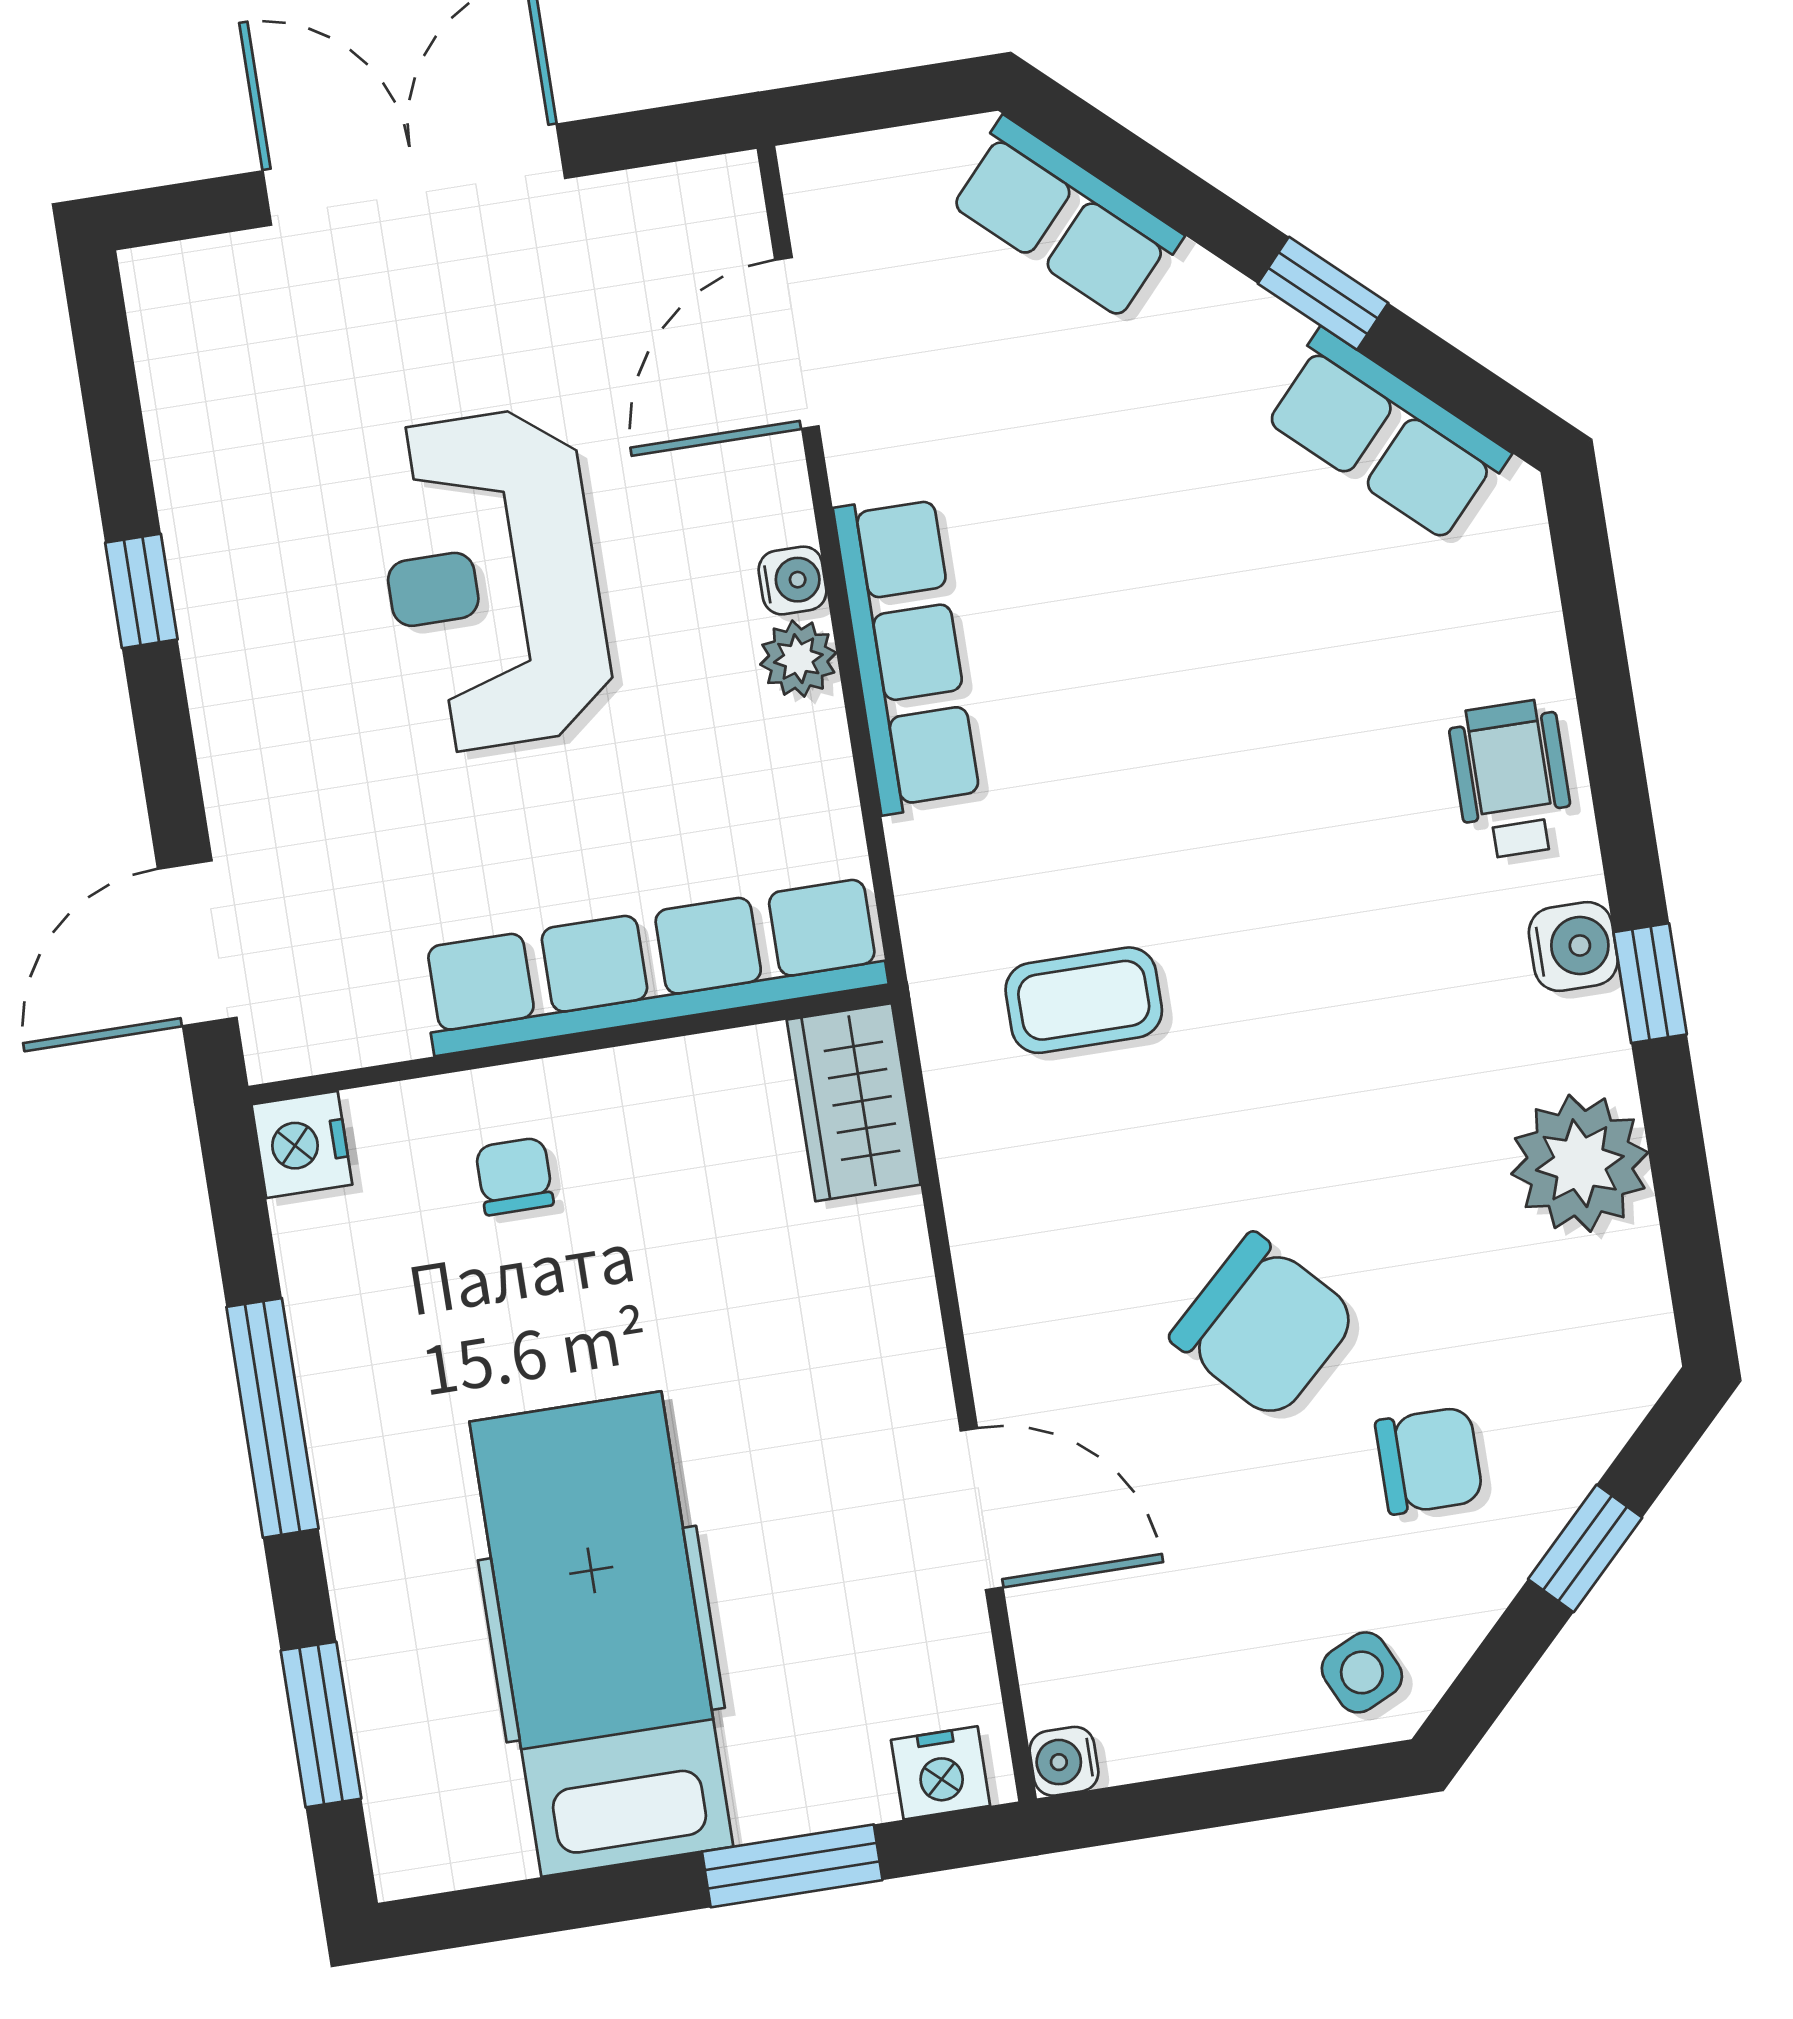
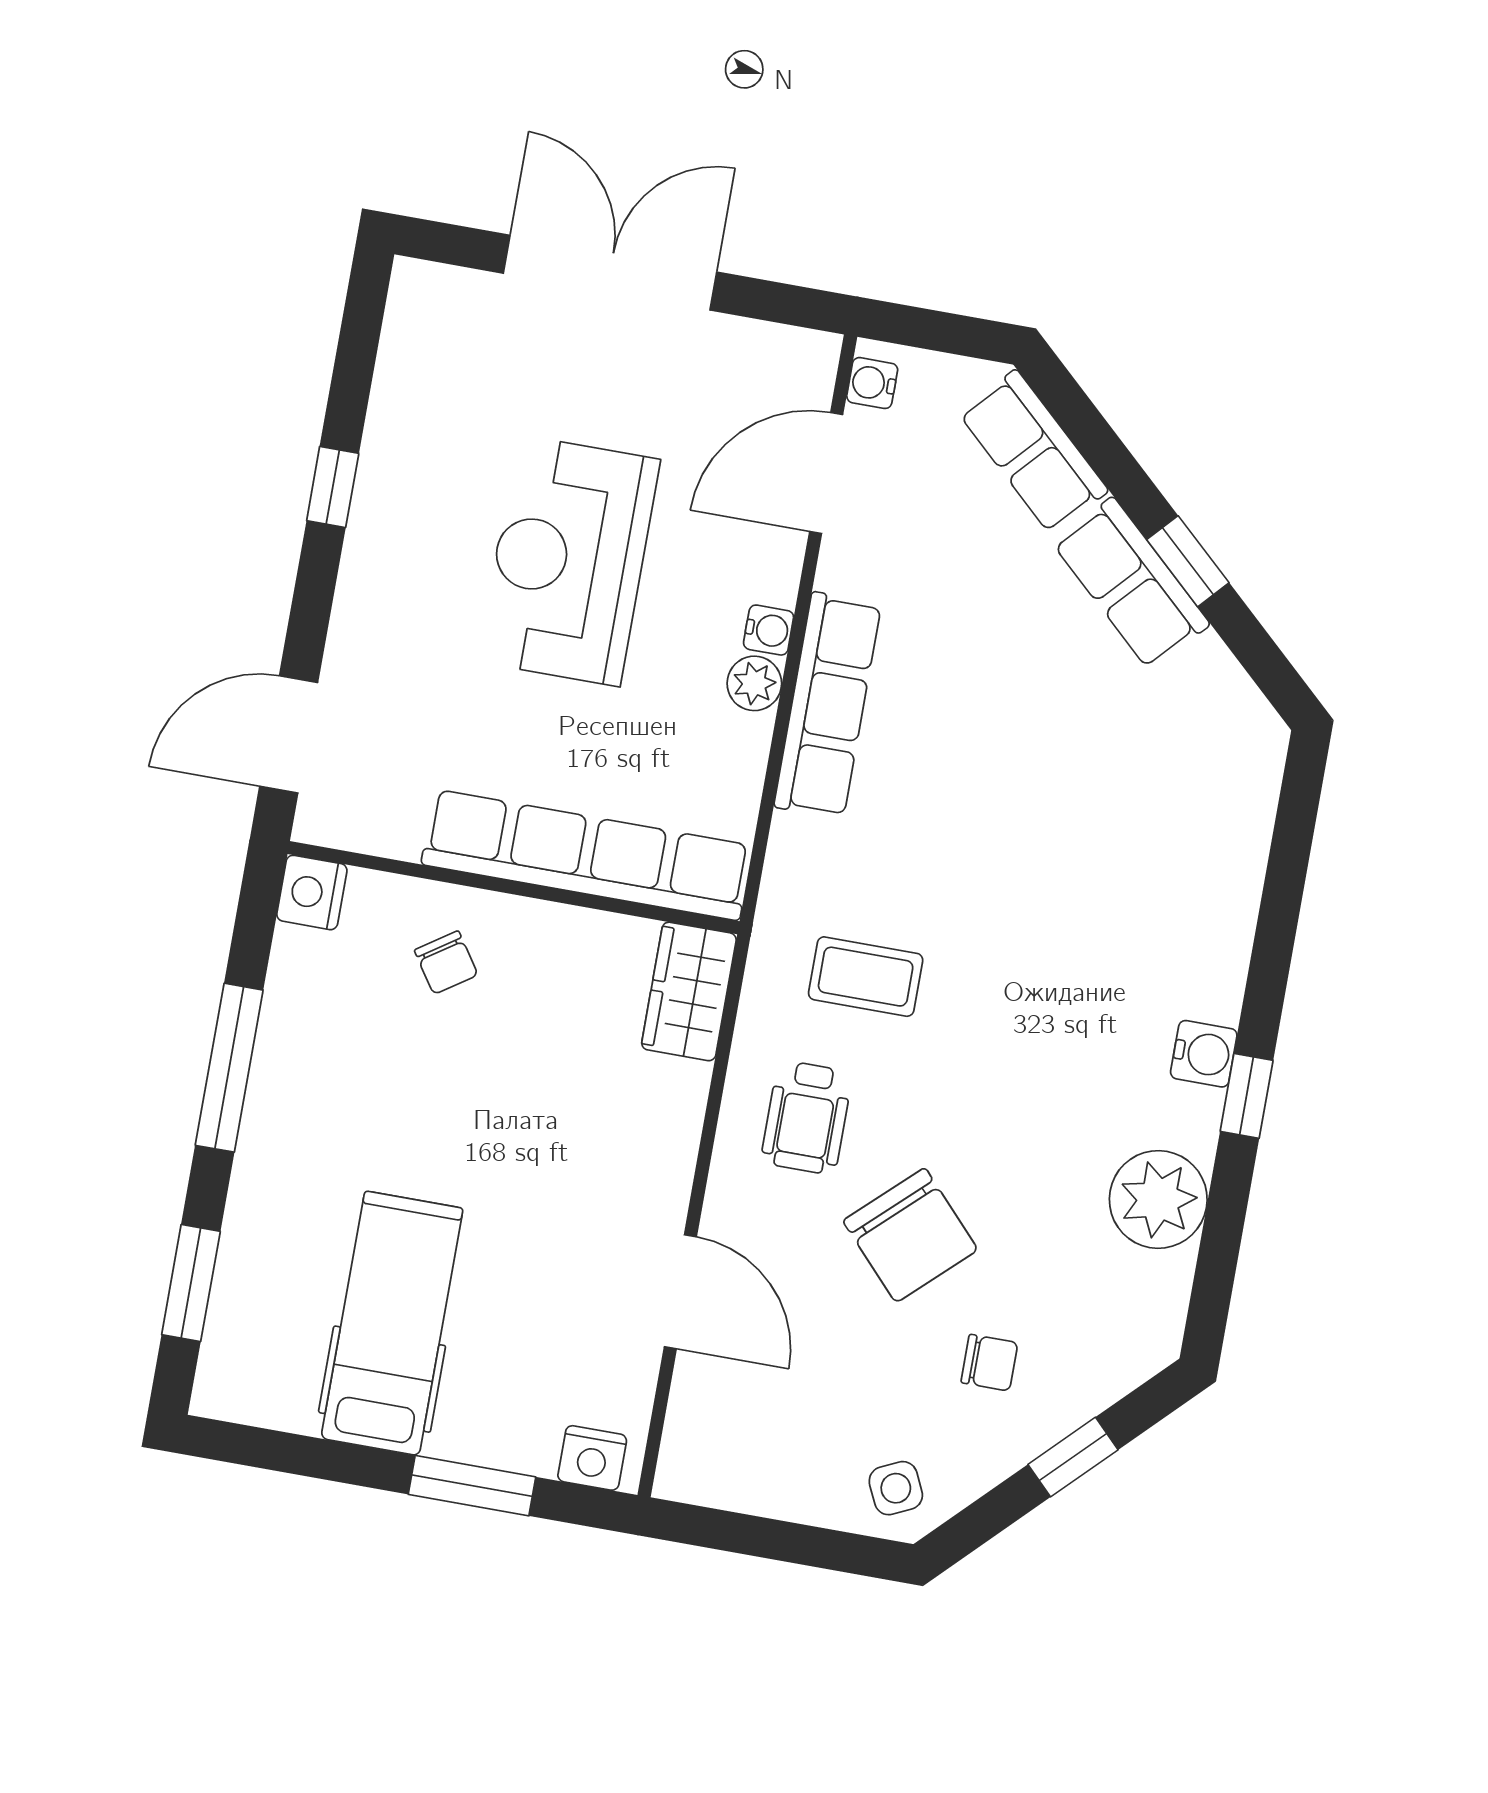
row of seats: (1386, 435) -> (1131, 584), moved
wheelchair: (1512, 779) -> (807, 1117), moved, turned 180
chair: (514, 1176) -> (446, 963), turned 146
chair: (1429, 1461) -> (989, 1363), width x0.73, depth x0.73
hospital bed: (601, 1634) -> (392, 1323), width x0.73, depth x0.78
water cooler: (1064, 1761) -> (872, 383), moved

